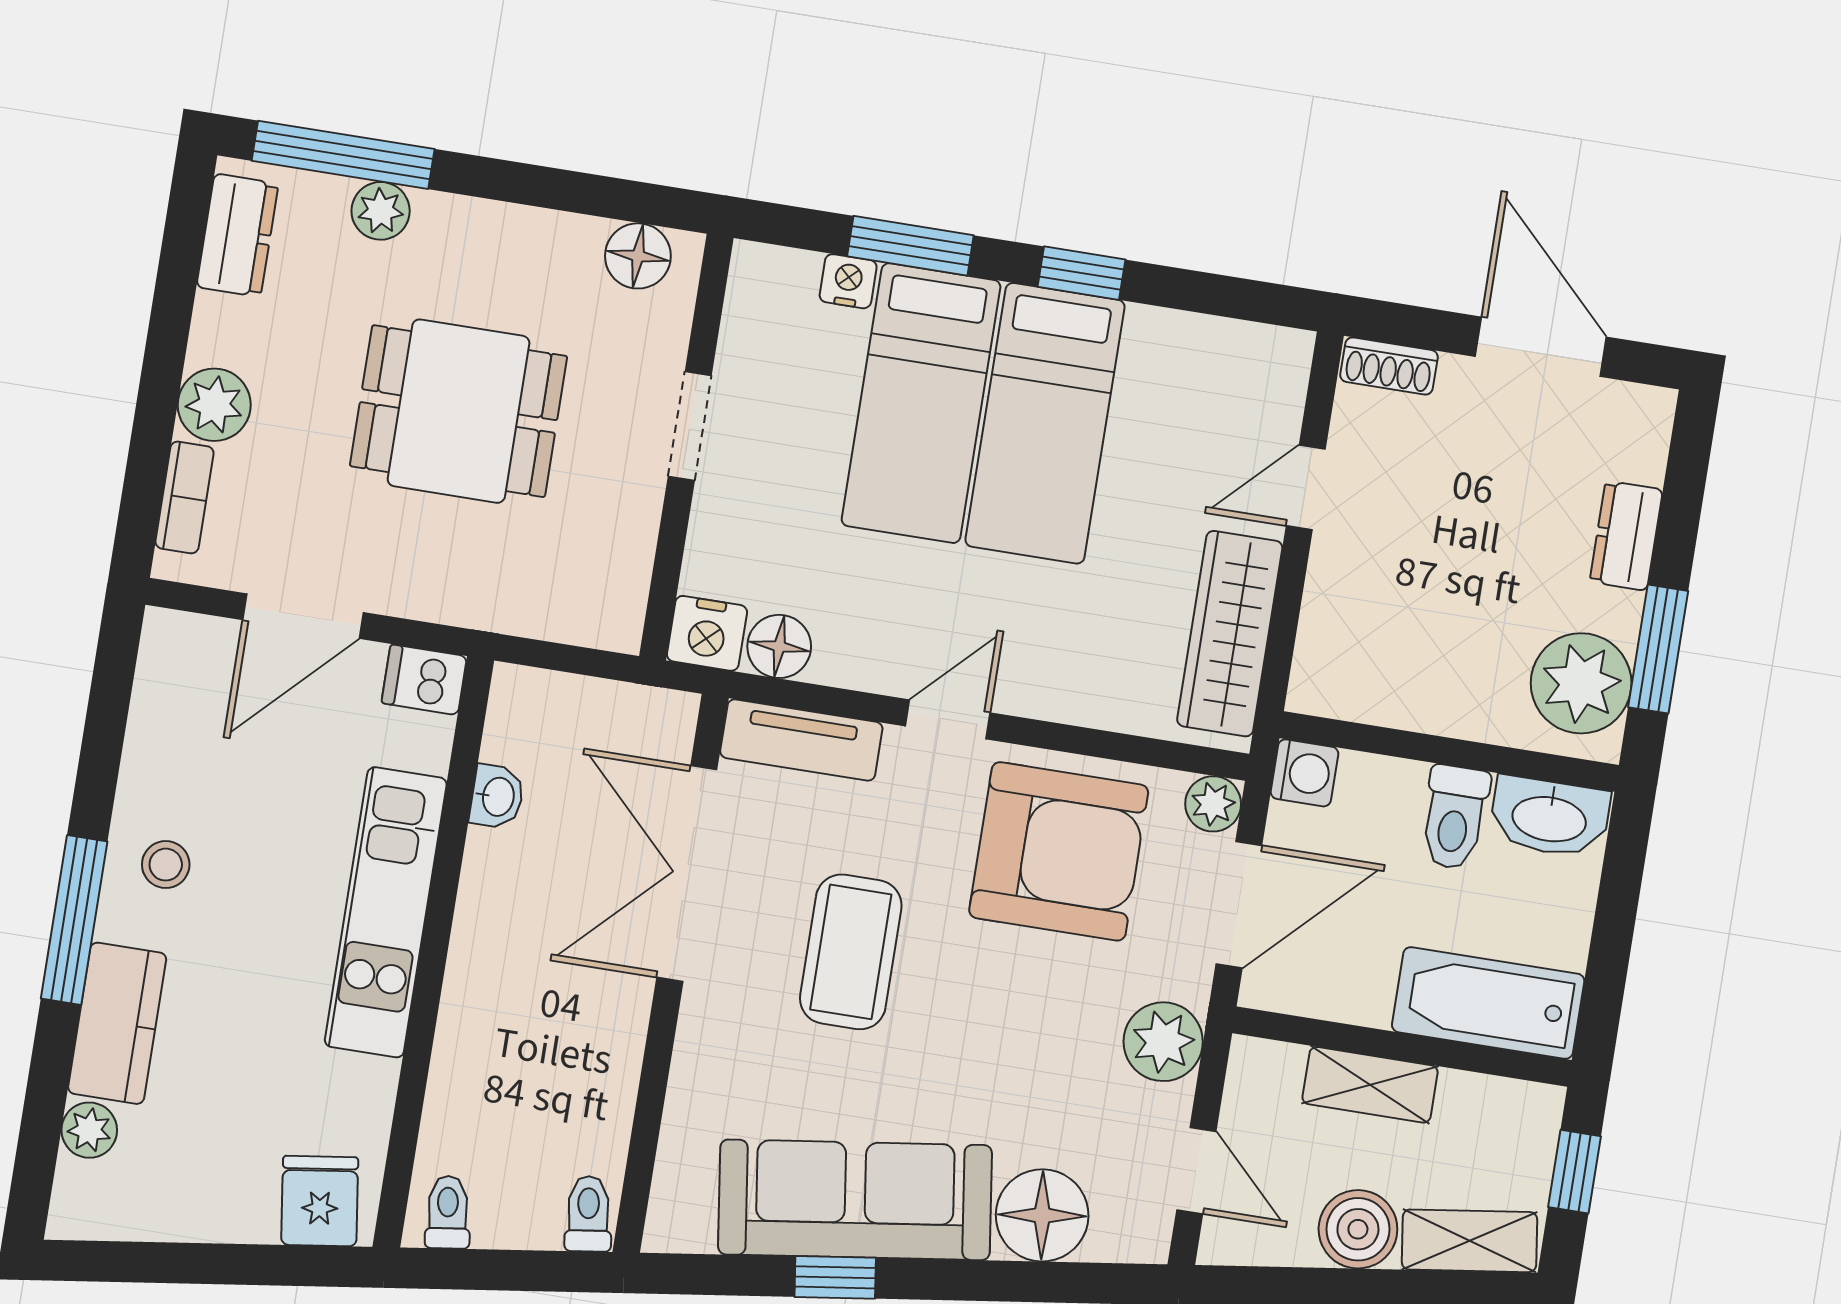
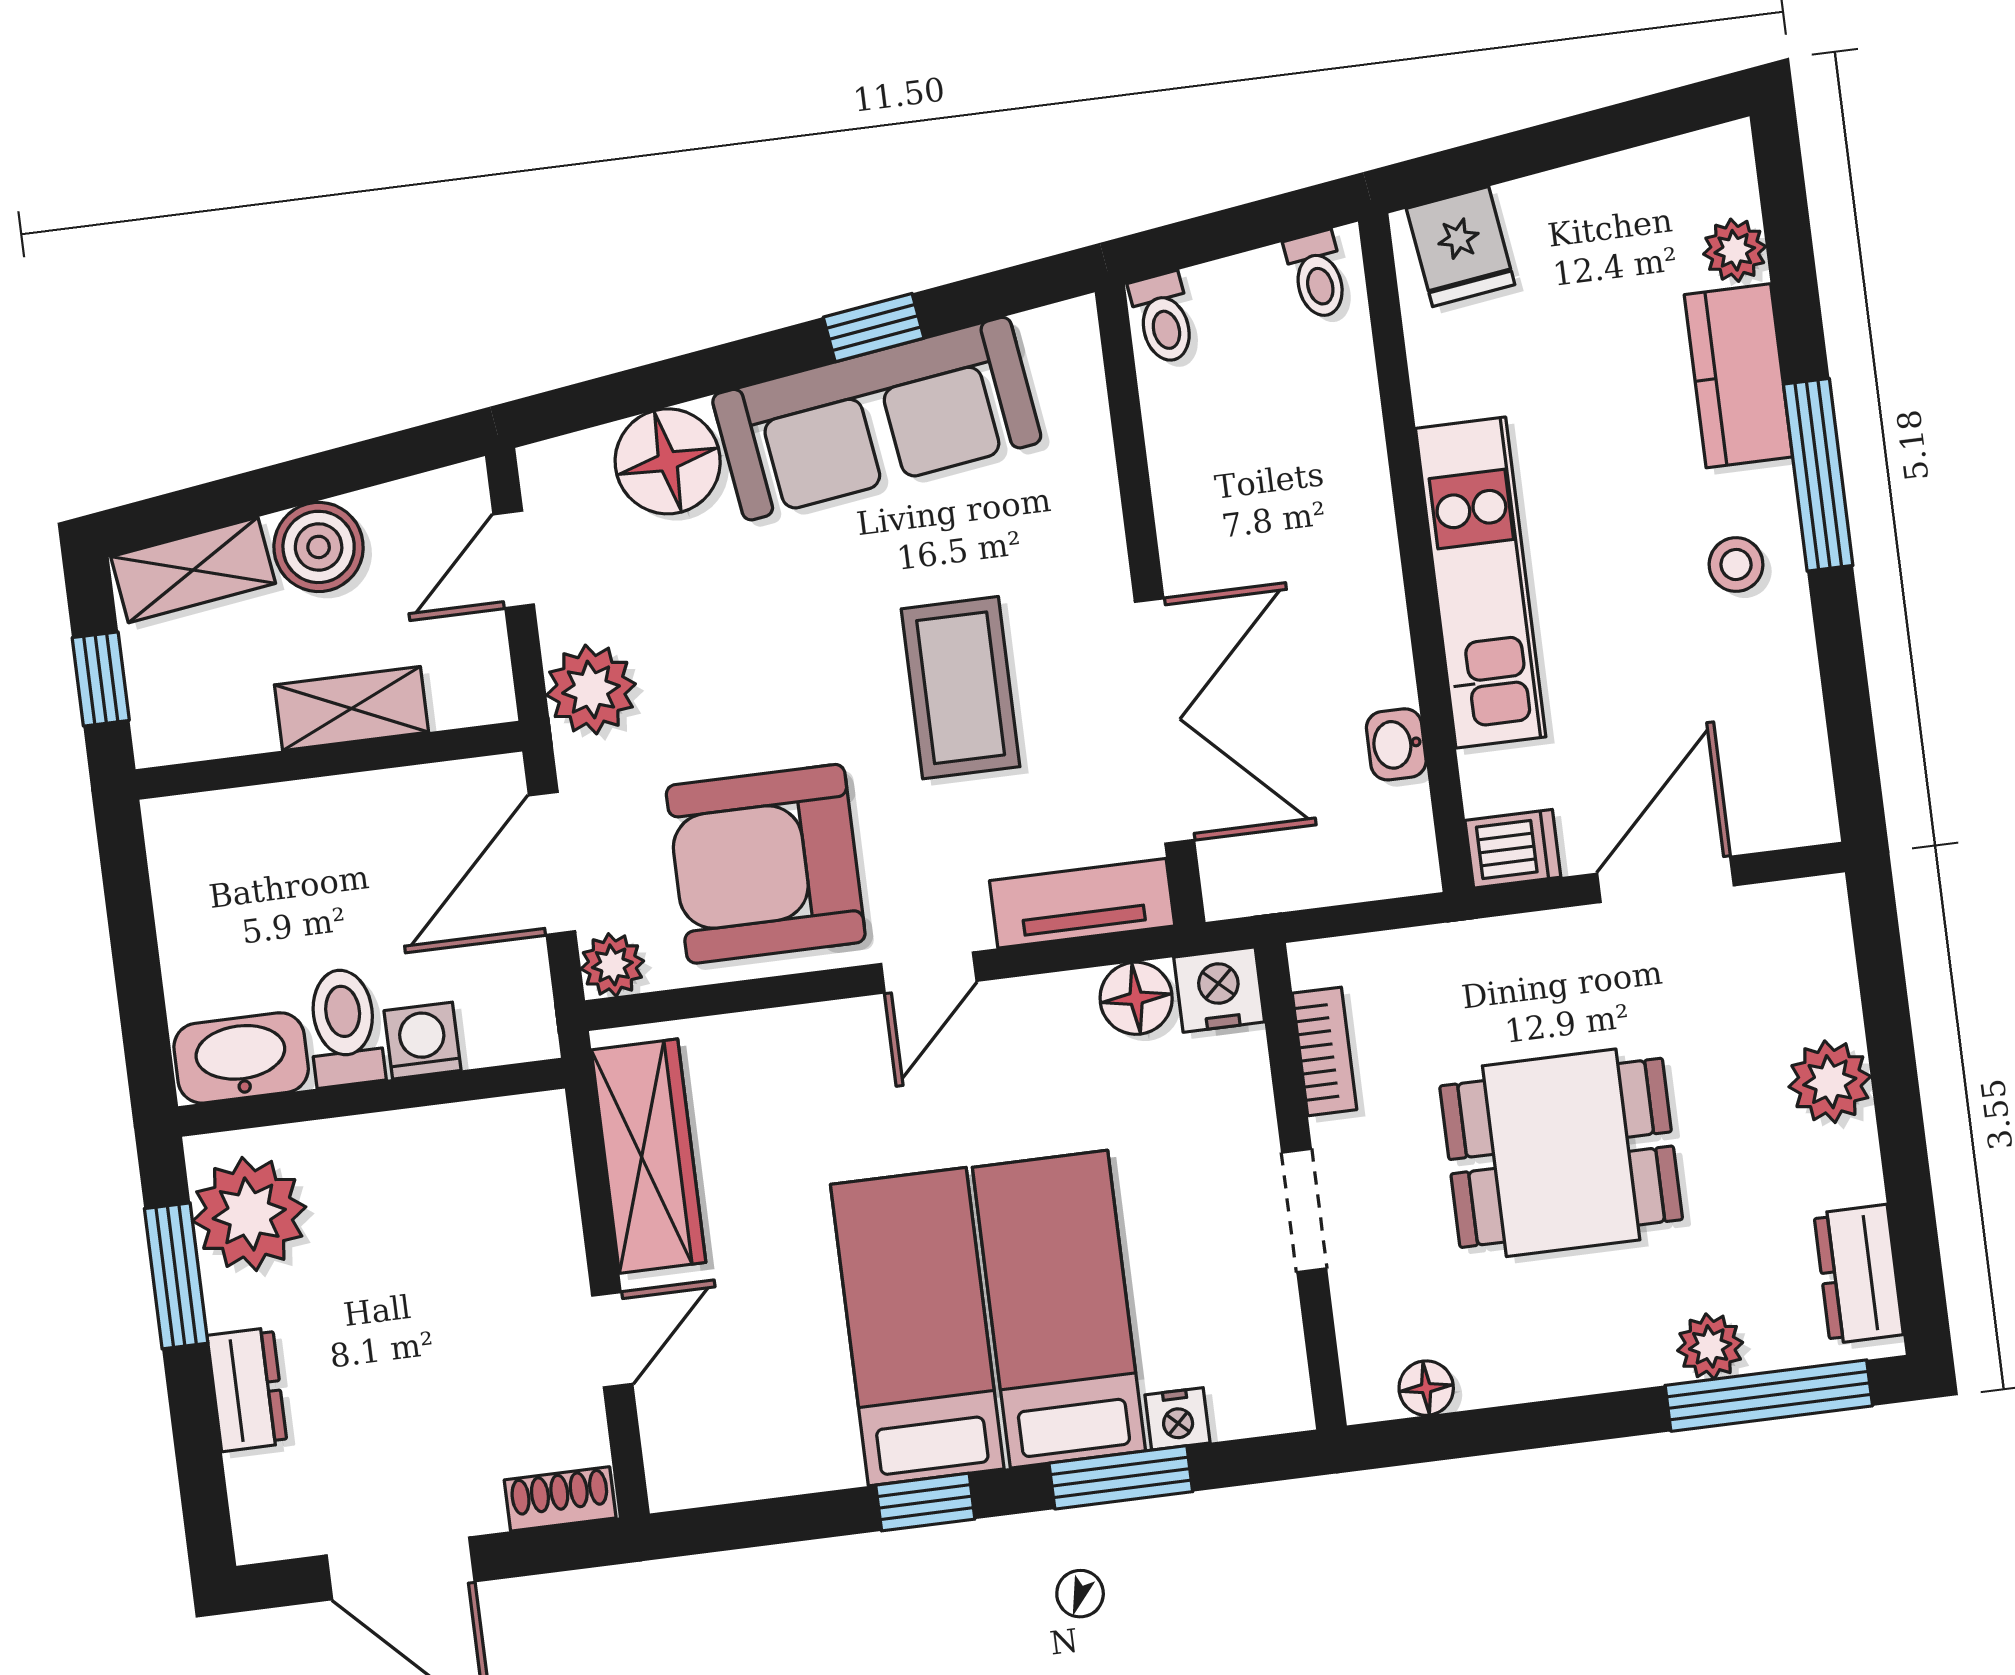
floor lamp: (638, 256) -> (1426, 1388), width x0.73, depth x0.73
bookcase: (185, 497) -> (1324, 1051), moved, turned 180
washing machine: (1305, 773) -> (422, 1041), moved, turned 90
bathtub: (1488, 1003) -> (249, 835), removed
door: (1196, 1171) -> (514, 559), hinge flipped

